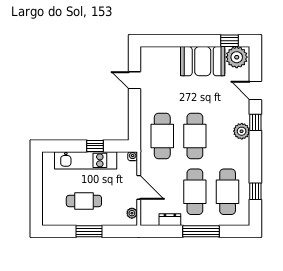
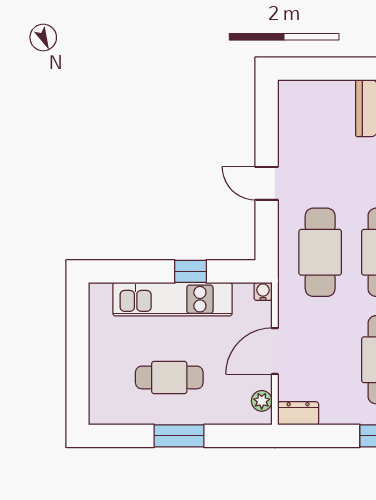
door: (134, 80) -> (267, 183), moved
door: (139, 187) -> (275, 351), swing flipped
dresser: (170, 220) -> (298, 413), moved

